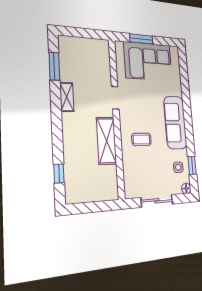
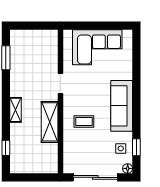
window: (141, 39) -> (92, 26), removed
shelving: (67, 97) -> (16, 110), moved
sliding door: (157, 201) -> (95, 177), width x1.37

